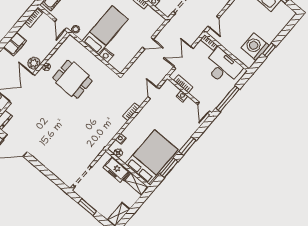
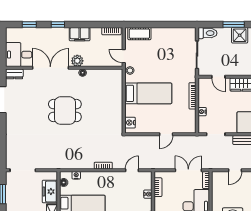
door: (213, 22) -> (235, 170), moved
door: (61, 25) -> (124, 56), hinge flipped
door: (148, 43) -> (166, 134), hinge flipped
nightstand: (106, 55) -> (130, 123), moved
double door: (183, 58) -> (188, 170), moved
dining table: (72, 79) -> (65, 111), moved, turned 90

